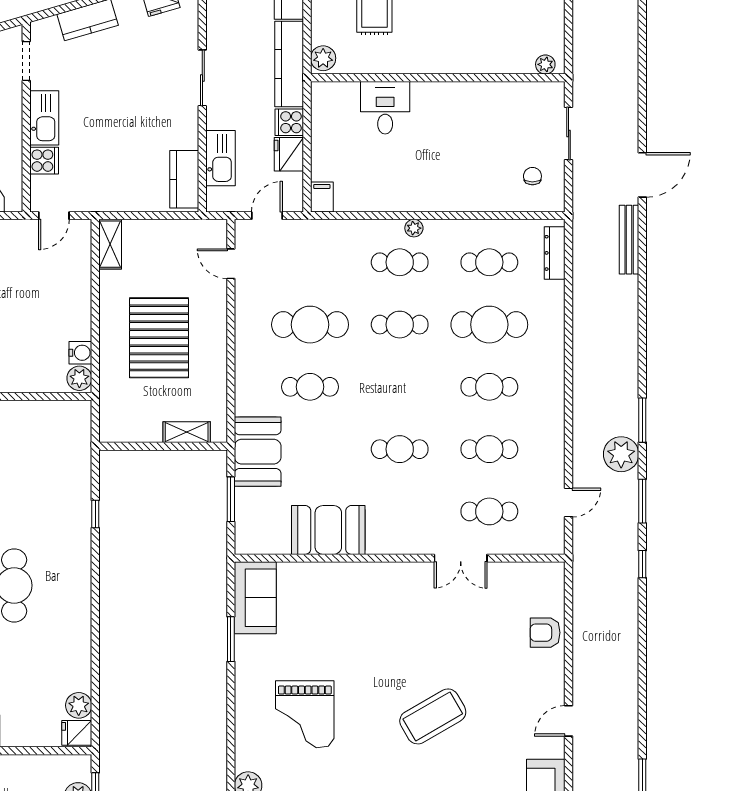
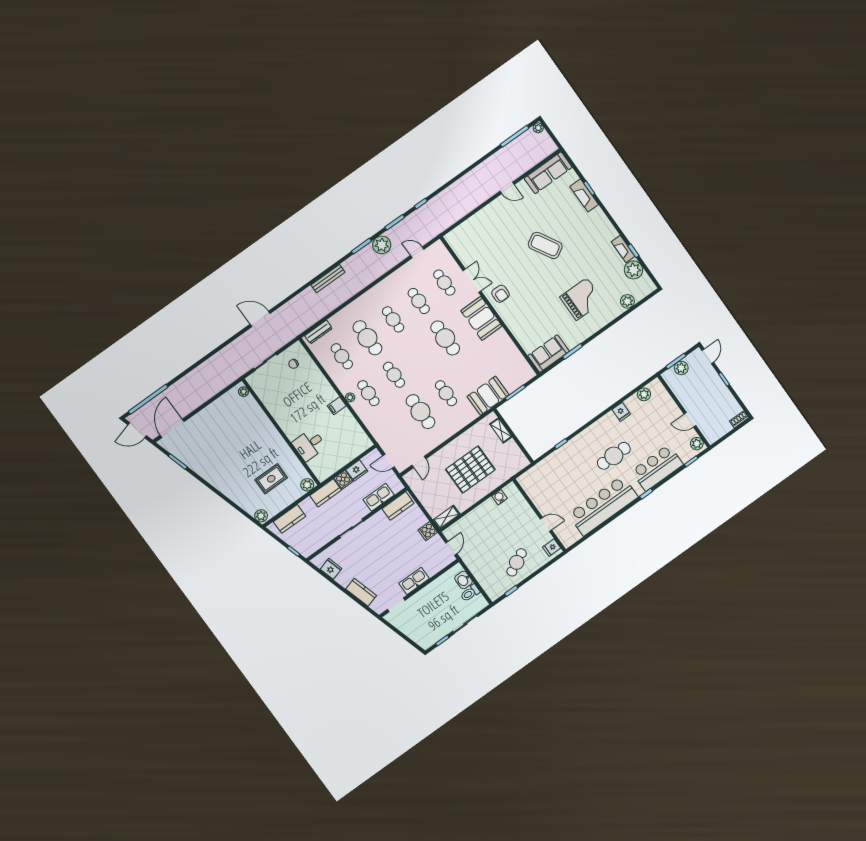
kitchen counter: (289, 64) -> (326, 493), width x0.67
cooker: (44, 161) -> (428, 531), moved, turned -90
filing cabinet: (322, 197) -> (337, 406), moved
door: (54, 216) -> (451, 548), hinge flipped
bench: (629, 240) -> (328, 279), moved
plant: (79, 378) -> (510, 490), removed
cafe table: (400, 449) -> (445, 338), width x1.37, depth x1.35
booth: (328, 530) -> (481, 318), moved
armchair: (545, 633) -> (500, 294), moved
fridge: (77, 733) -> (621, 412), moved

